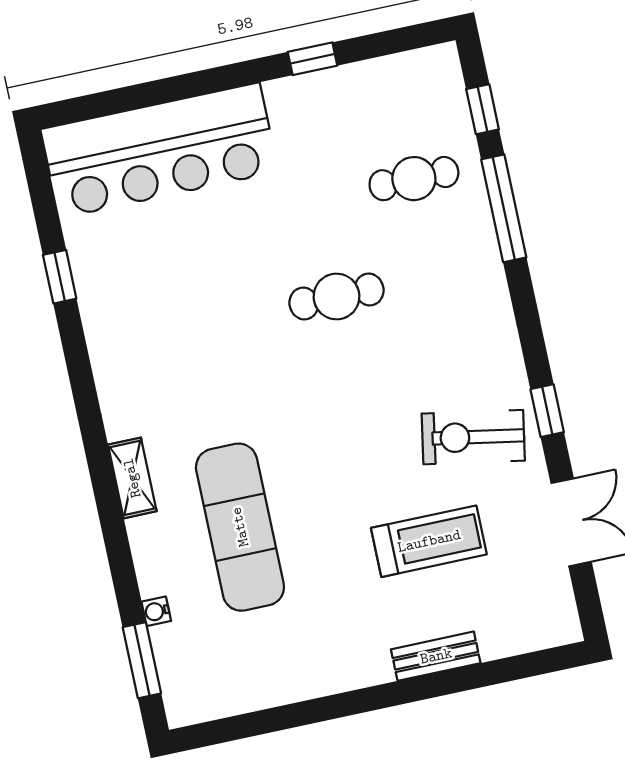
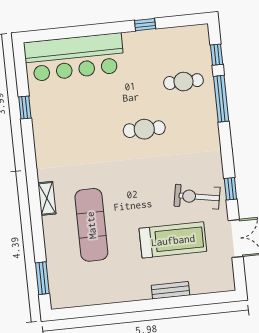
treadmill: (429, 541) -> (173, 240), width x1.37, depth x1.38
water cooler: (156, 611) -> (51, 258), removed

